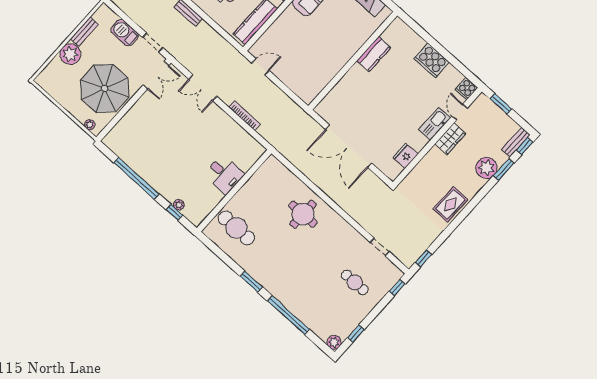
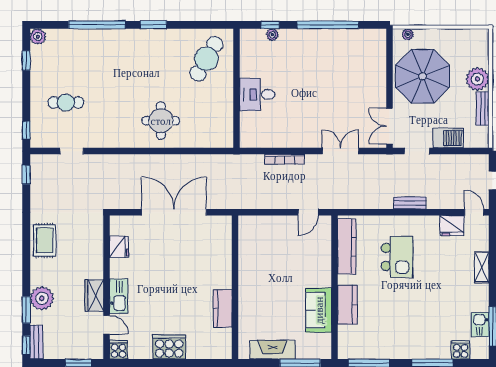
cafe table: (236, 228) -> (206, 59), turned -60

